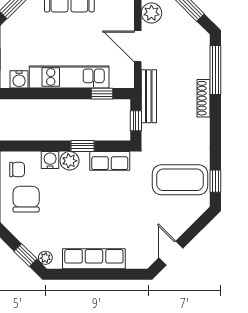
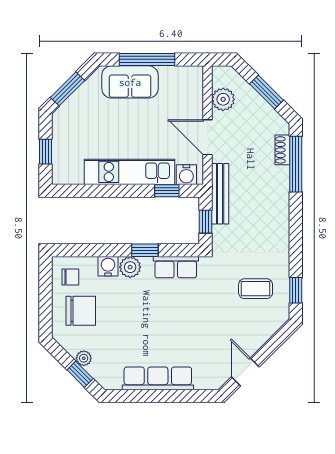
water cooler: (19, 79) -> (186, 175), moved
shoe rack: (204, 98) -> (282, 150), moved, width x0.70
coffee table: (180, 180) -> (256, 289), width x0.54, depth x0.58
chair: (26, 199) -> (81, 311), turned 90
plant: (45, 258) -> (84, 358), moved

